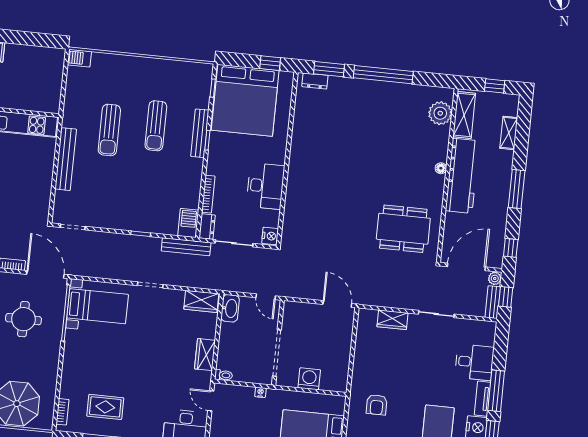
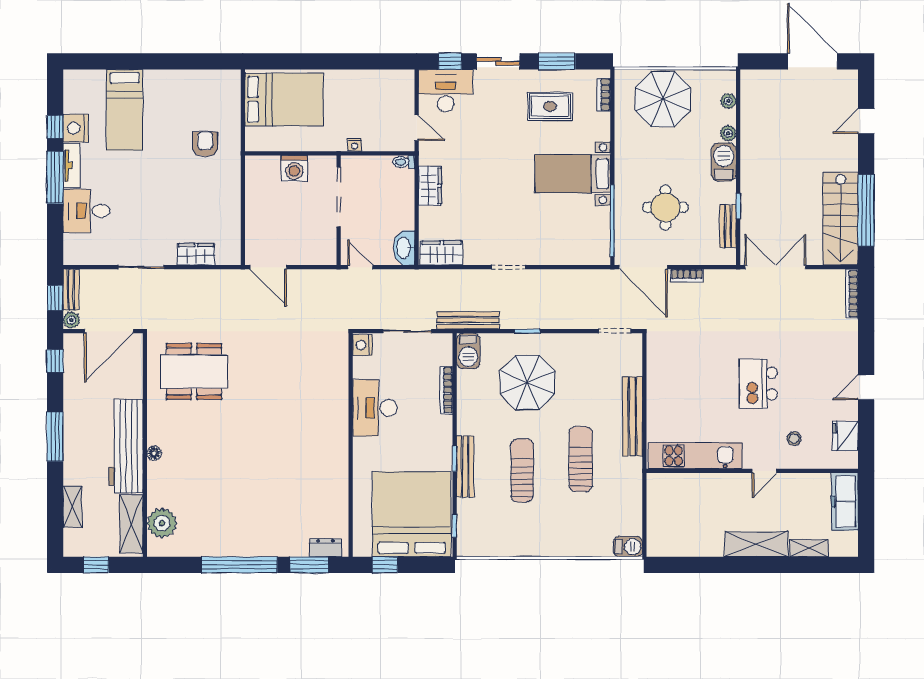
parasol: (145, 194) -> (527, 382), added
dresser: (207, 226) -> (444, 349), removed
bed with nightstands: (98, 306) -> (573, 174), moved

